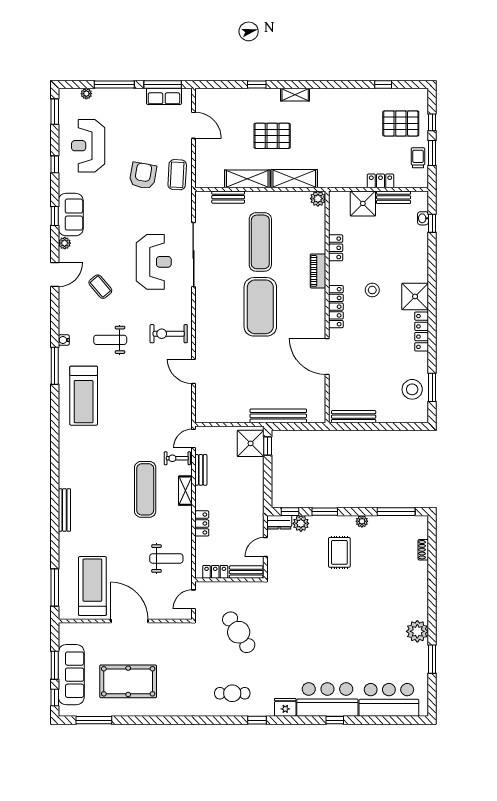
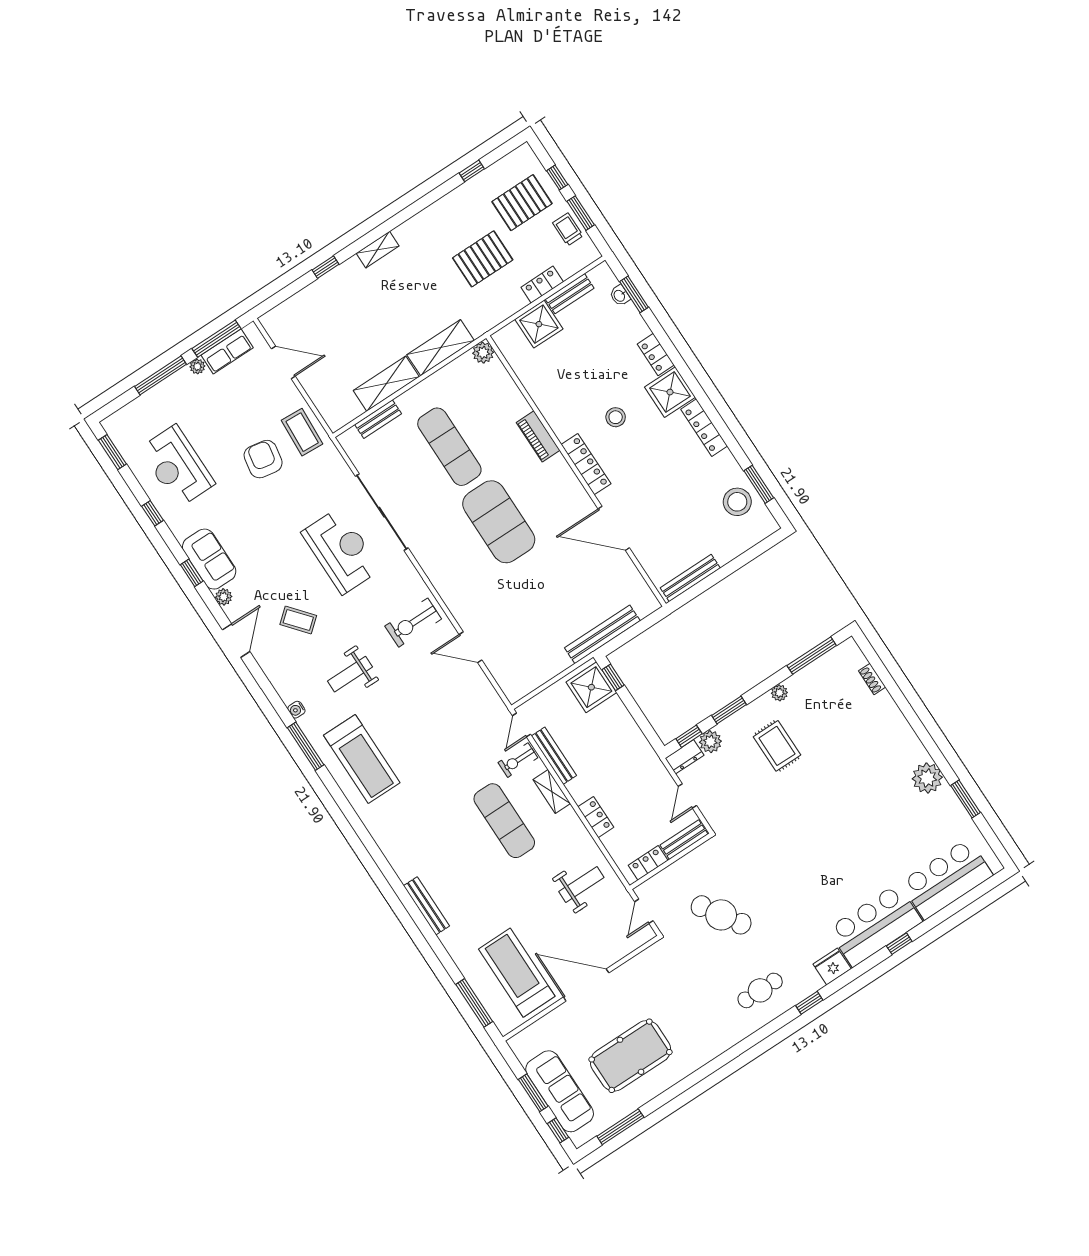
plant: (86, 94) -> (197, 366), moved
pallet: (272, 136) -> (483, 259), moved
window: (432, 223) -> (634, 294), width x1.50
locker: (336, 248) -> (656, 354), moved, turned 180
bench: (201, 470) -> (554, 756), width x1.36

